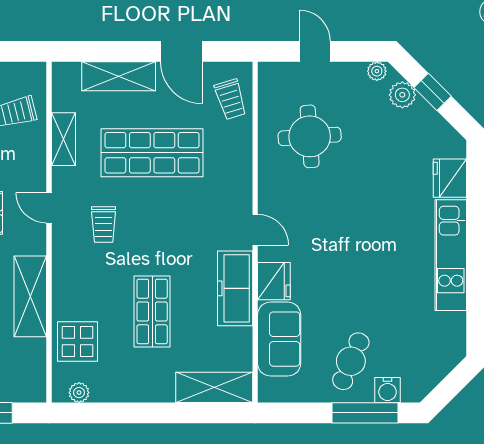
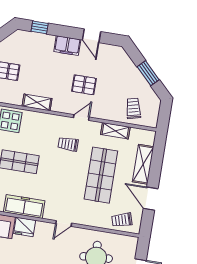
door: (181, 51) -> (151, 199), hinge flipped
door: (255, 230) -> (64, 223), moved
shelving: (30, 296) -> (37, 102), width x0.67, depth x0.75

